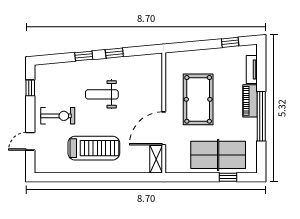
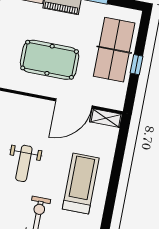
door: (164, 128) -> (74, 103), hinge flipped
window: (228, 177) -> (137, 65), moved

